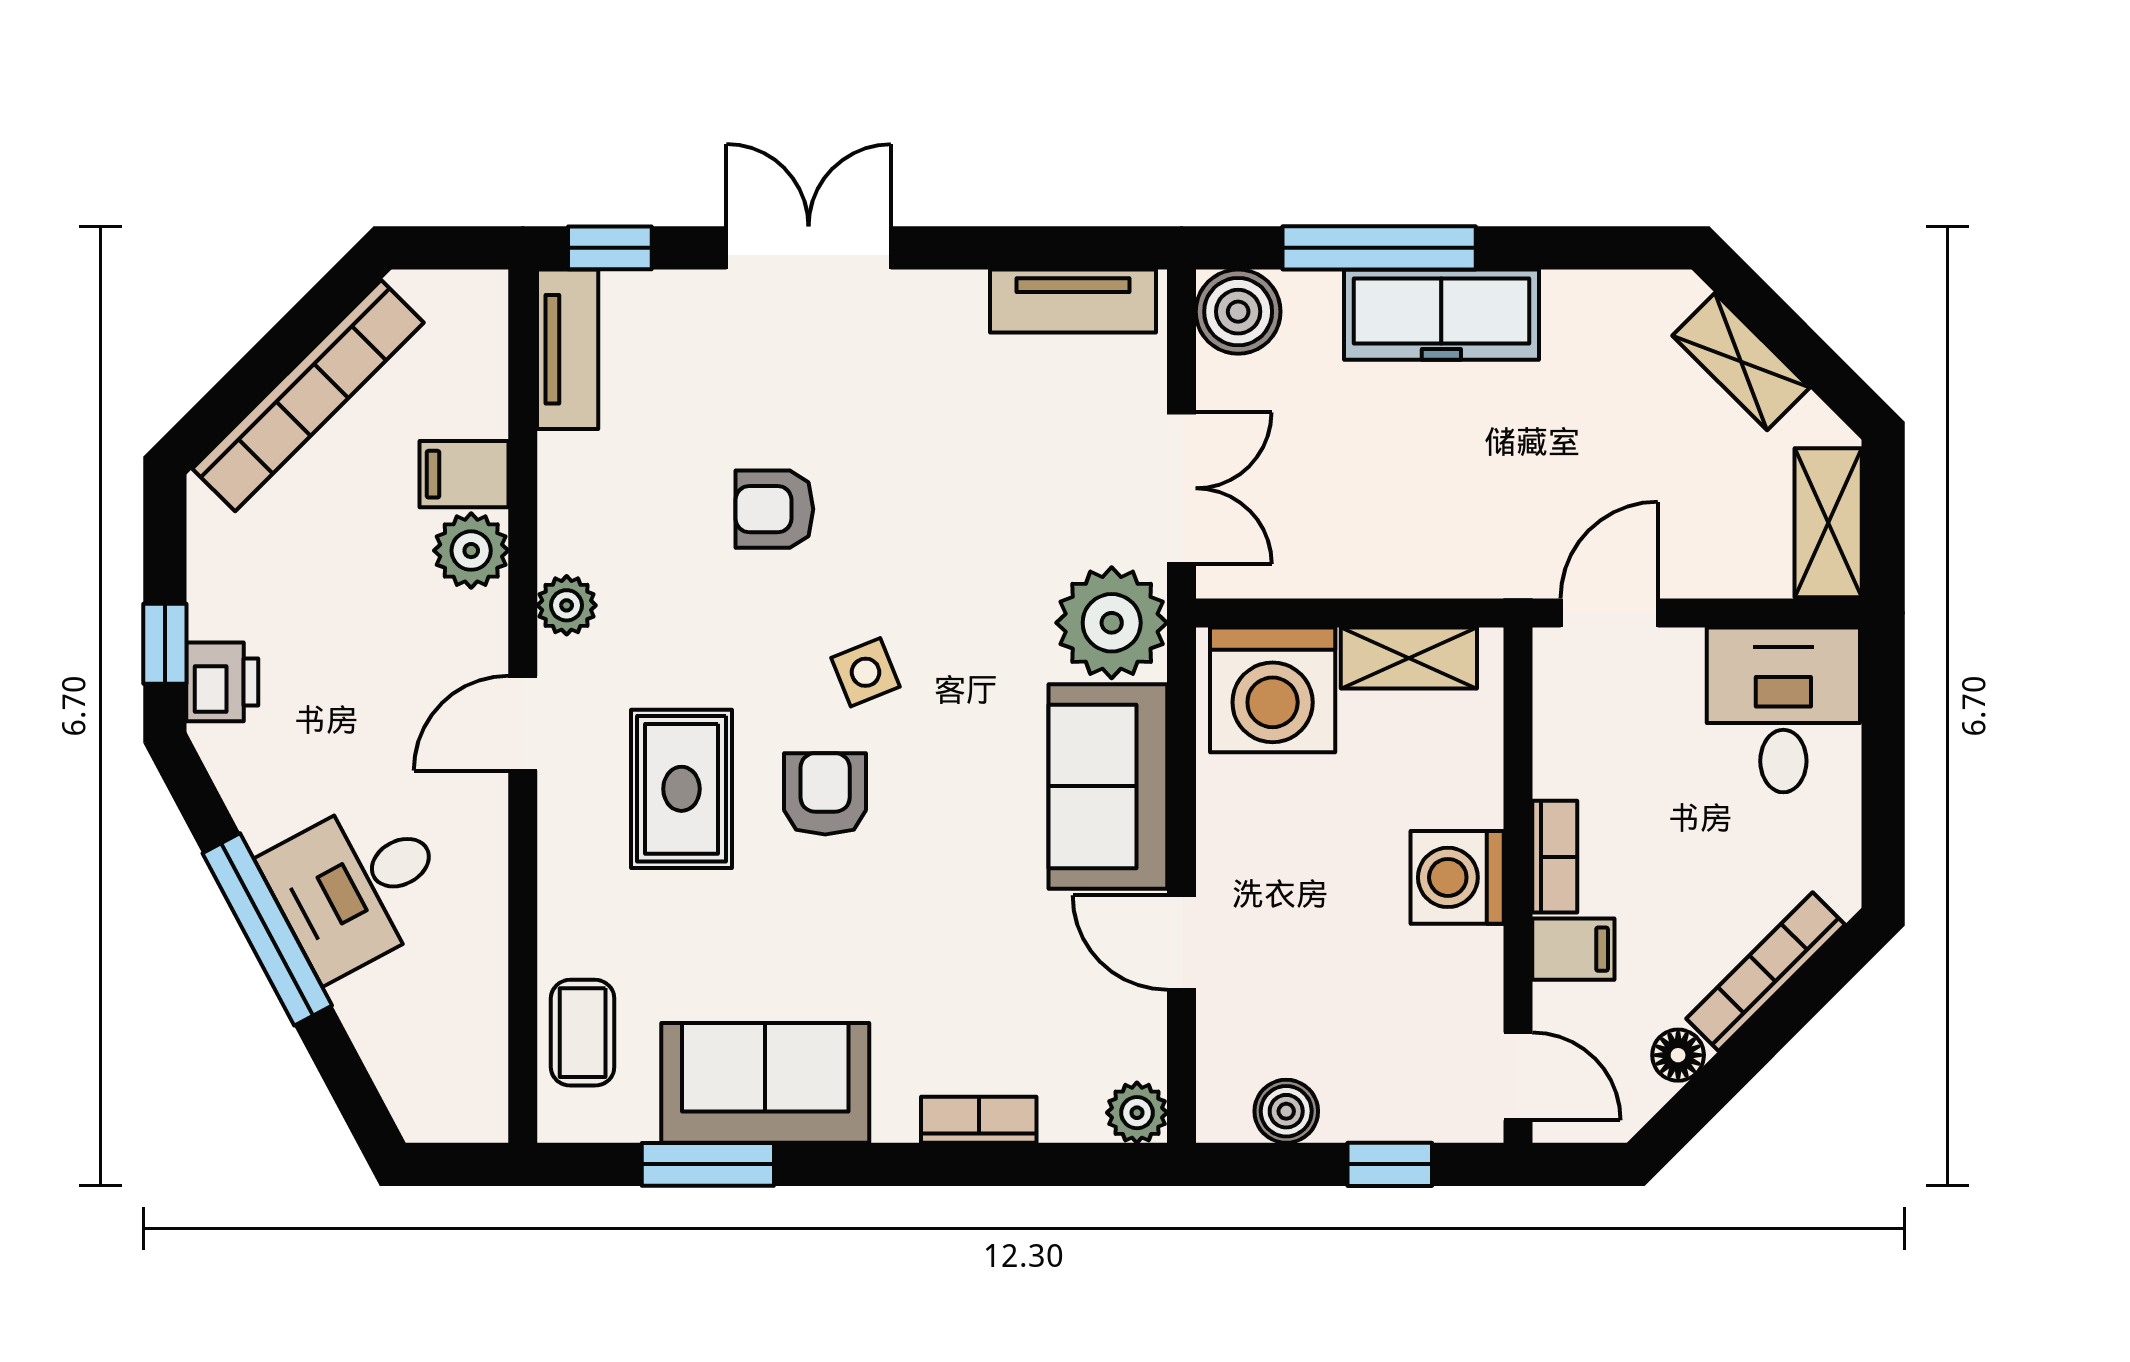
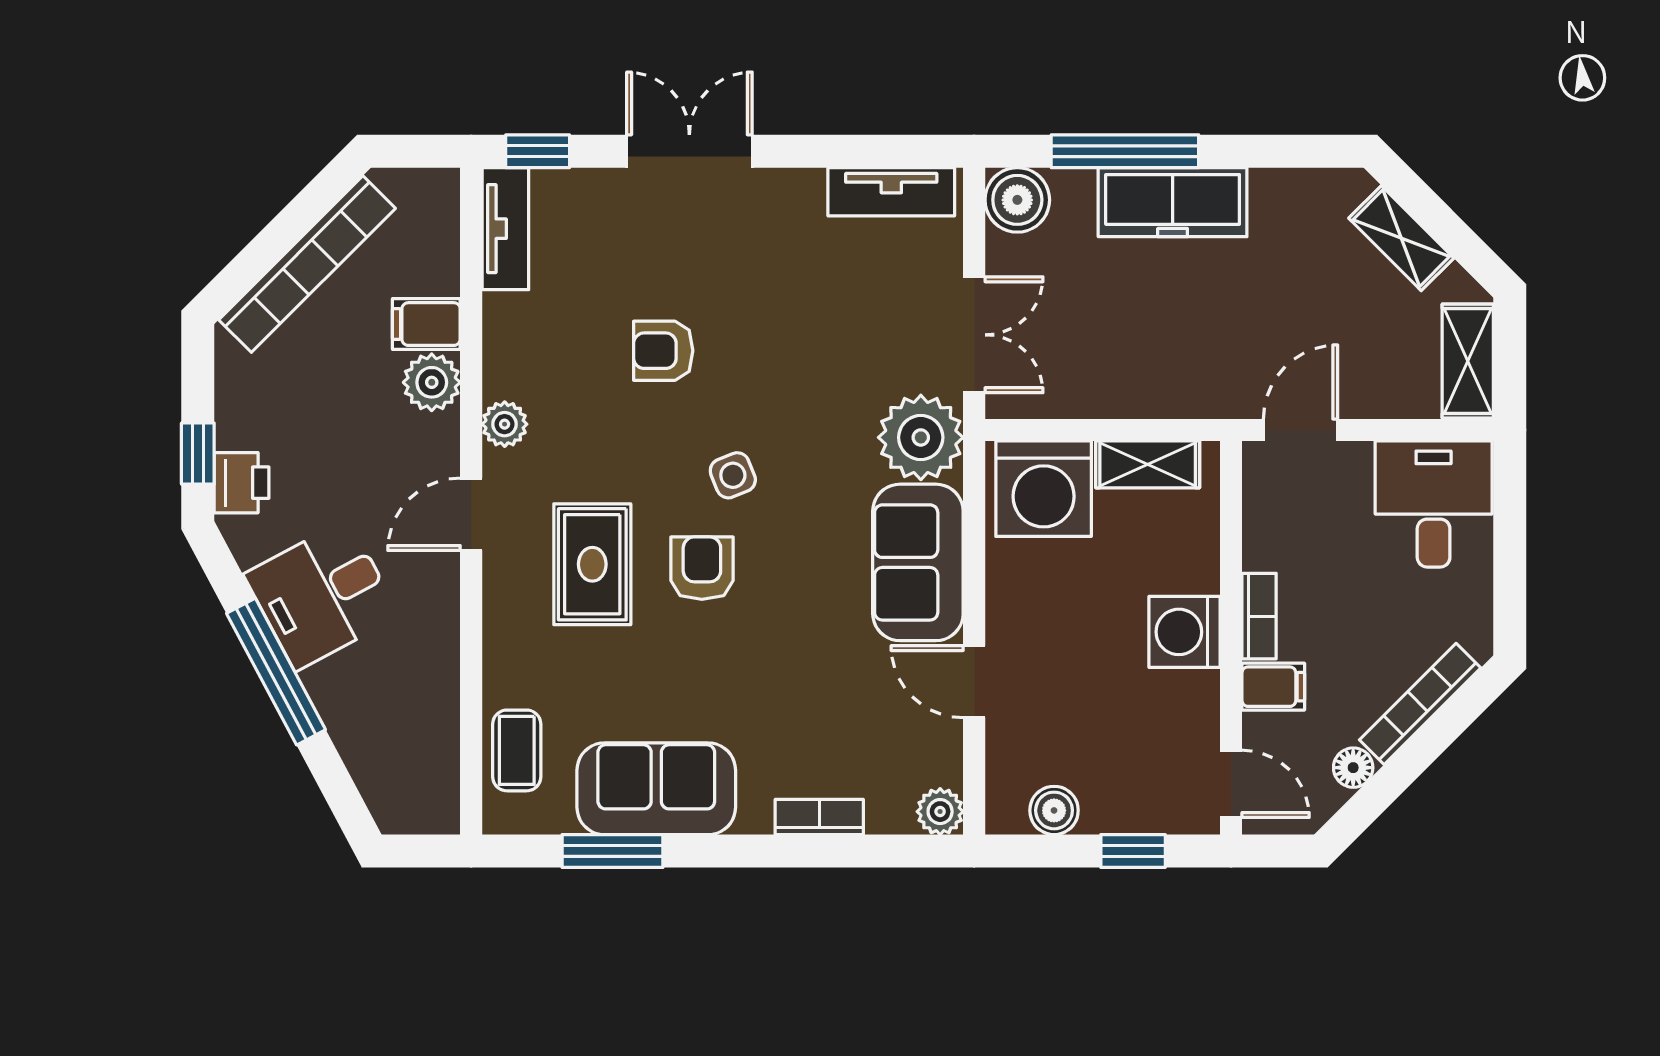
desk: (357, 886) -> (322, 595), moved

